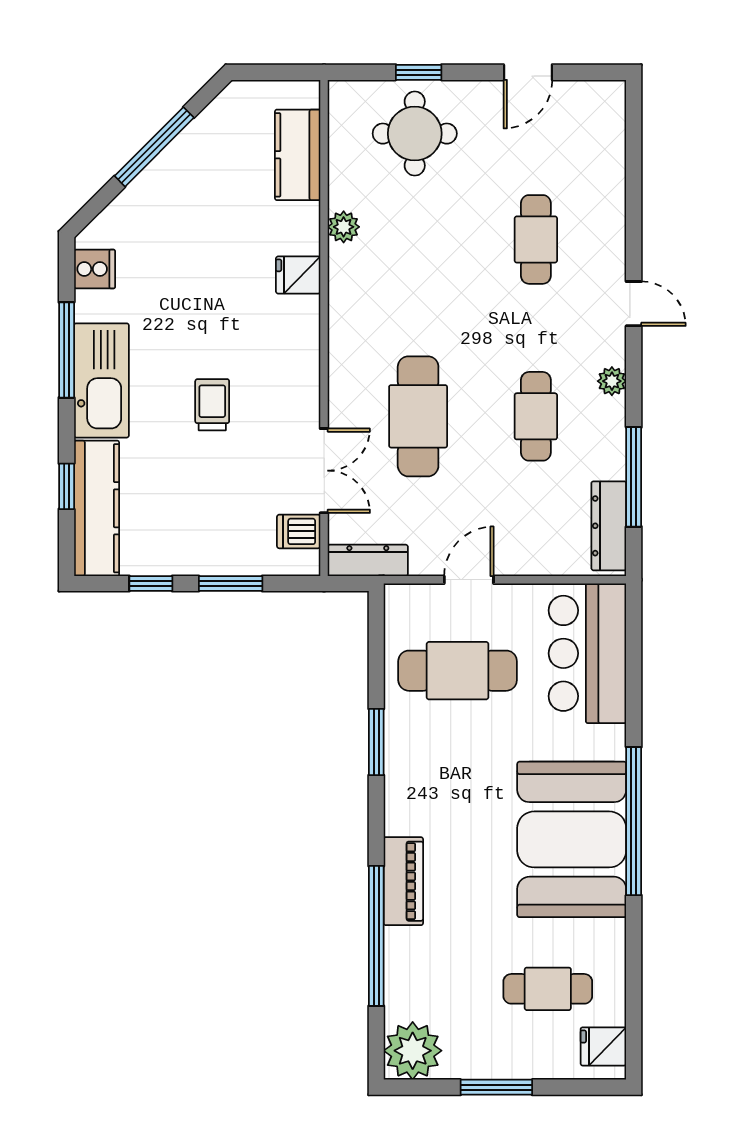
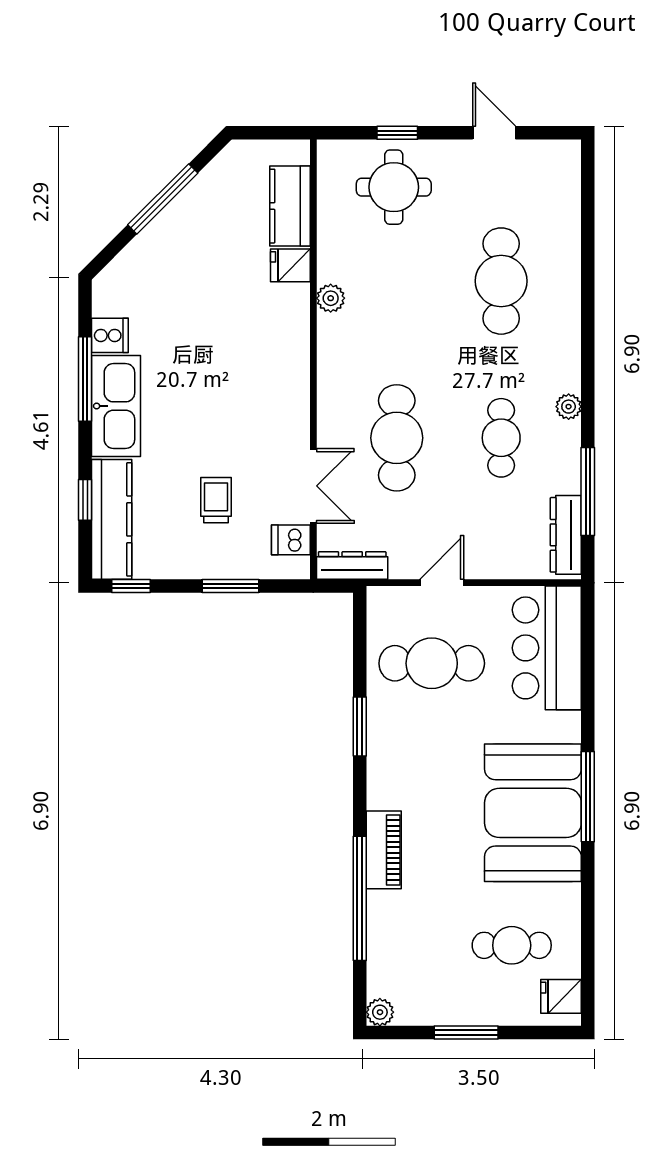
door: (528, 72) -> (494, 133), swing flipped
plant: (344, 227) -> (331, 298), moved
cafe table: (536, 239) -> (501, 281), width x1.37, depth x1.35
cooker: (95, 269) -> (110, 335), moved
fridge: (298, 275) -> (290, 265), moved
door: (634, 304) -> (588, 338), removed
trolley: (212, 405) -> (216, 500), moved
window: (151, 583) -> (131, 586), moved
window: (634, 821) -> (588, 797), width x0.68
plant: (413, 1051) -> (380, 1012), width x0.53, depth x0.53

